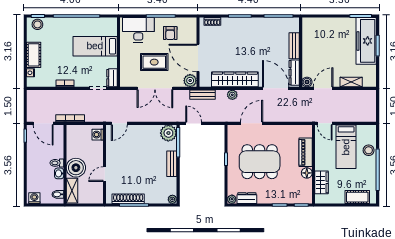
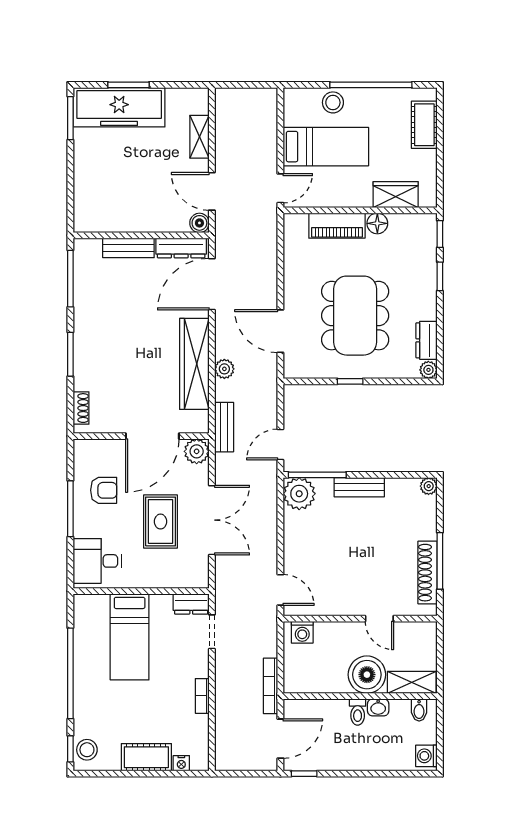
desk: (138, 30) -> (97, 561), width x0.73

